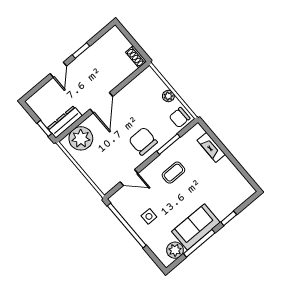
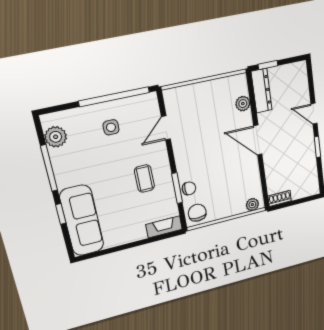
plant: (168, 96) -> (252, 205), moved
plant: (81, 138) -> (243, 104), width x0.53, depth x0.53
chair: (143, 141) -> (189, 188), moved, width x0.54, depth x0.54
fireplace: (211, 147) -> (164, 227), moved
sofa: (196, 227) -> (82, 221), moved, width x1.36

